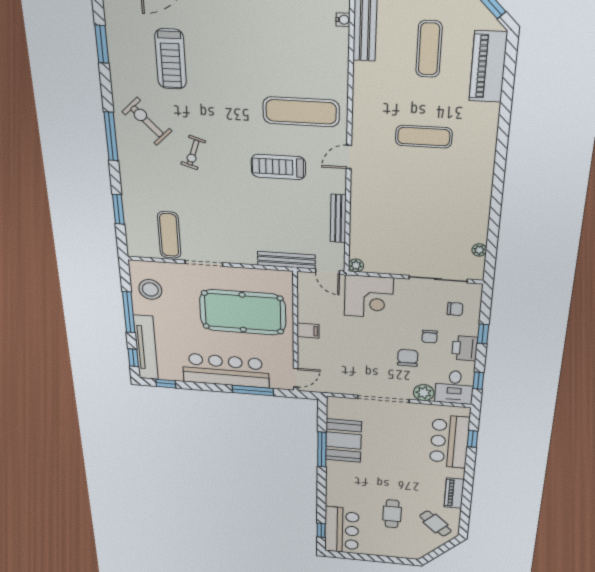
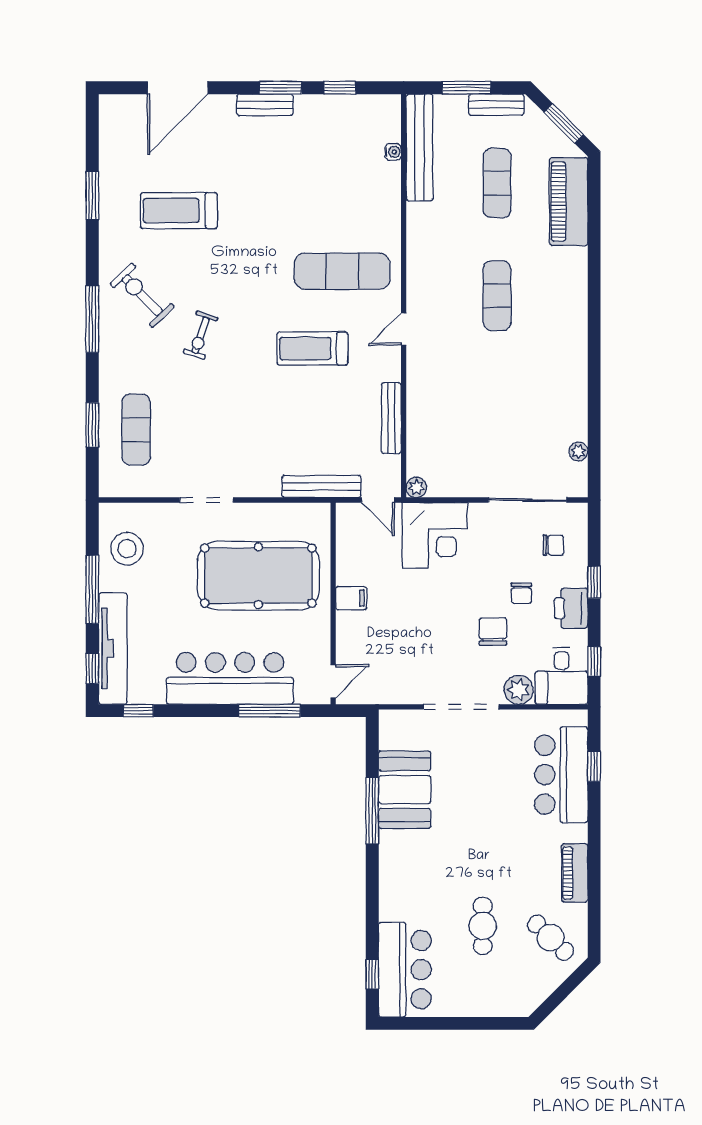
treadmill: (171, 59) -> (179, 211), turned 90
exercise mat: (424, 137) -> (497, 296), turned 90
exercise mat: (169, 235) -> (136, 430), moved

